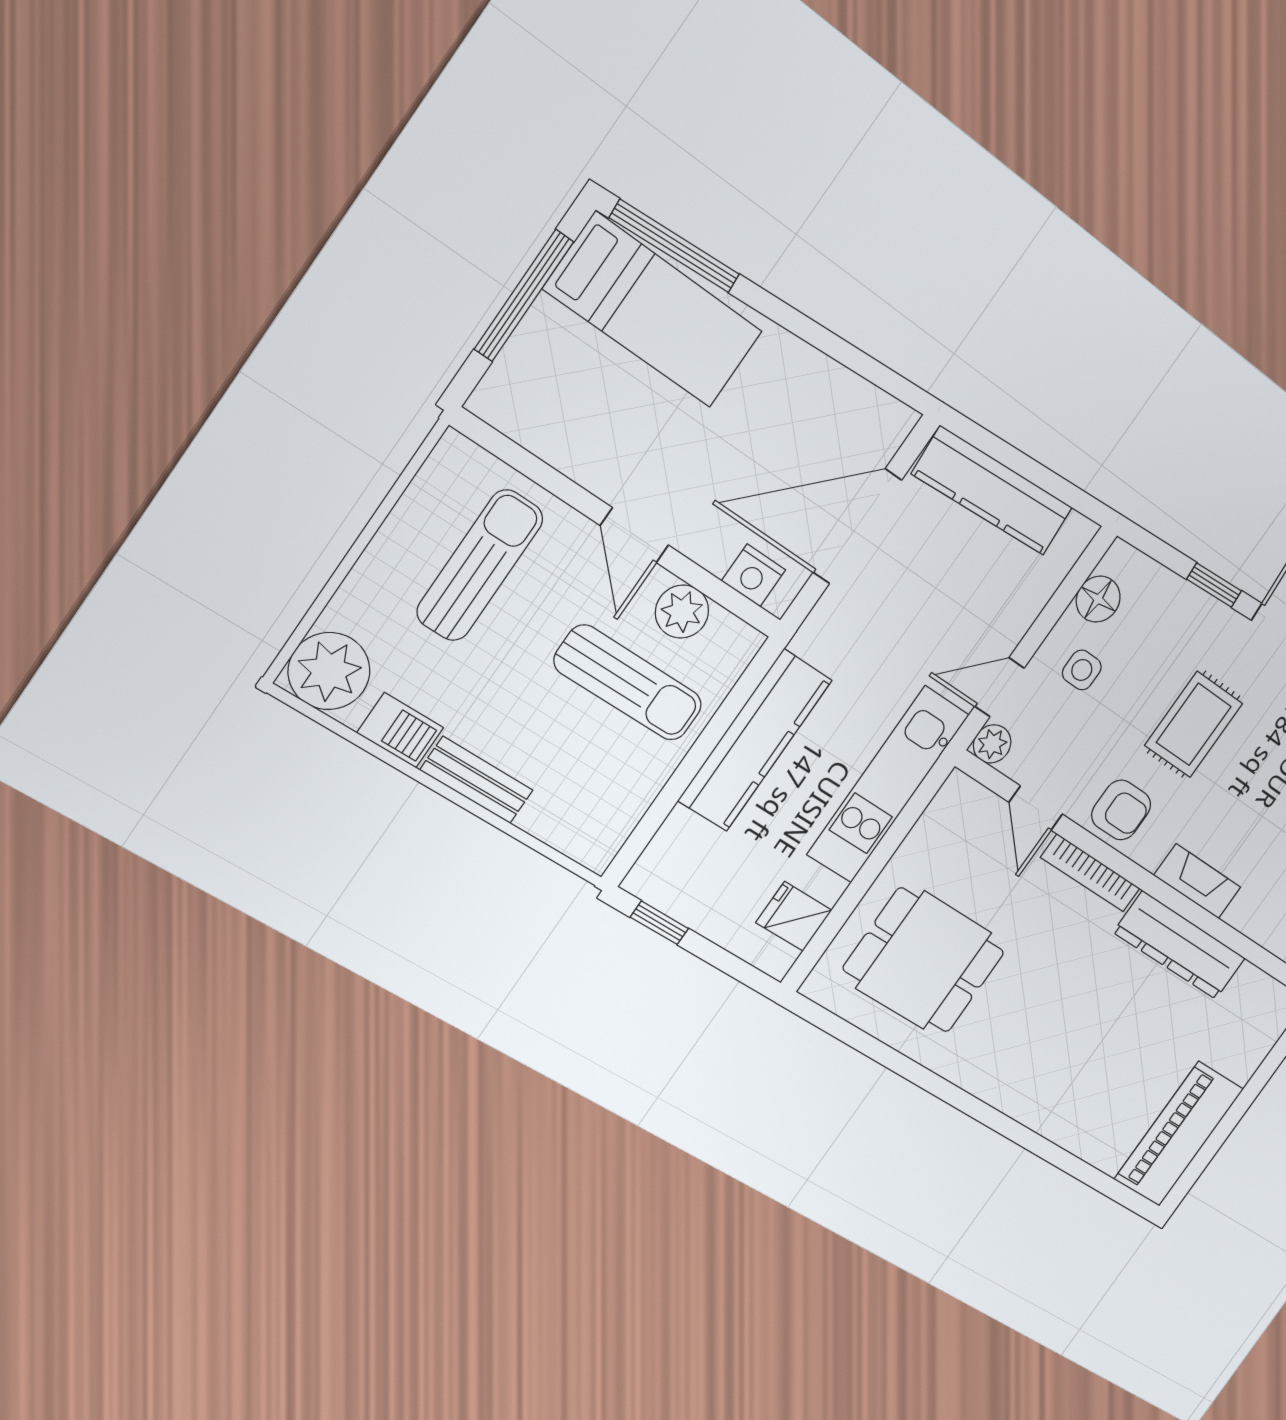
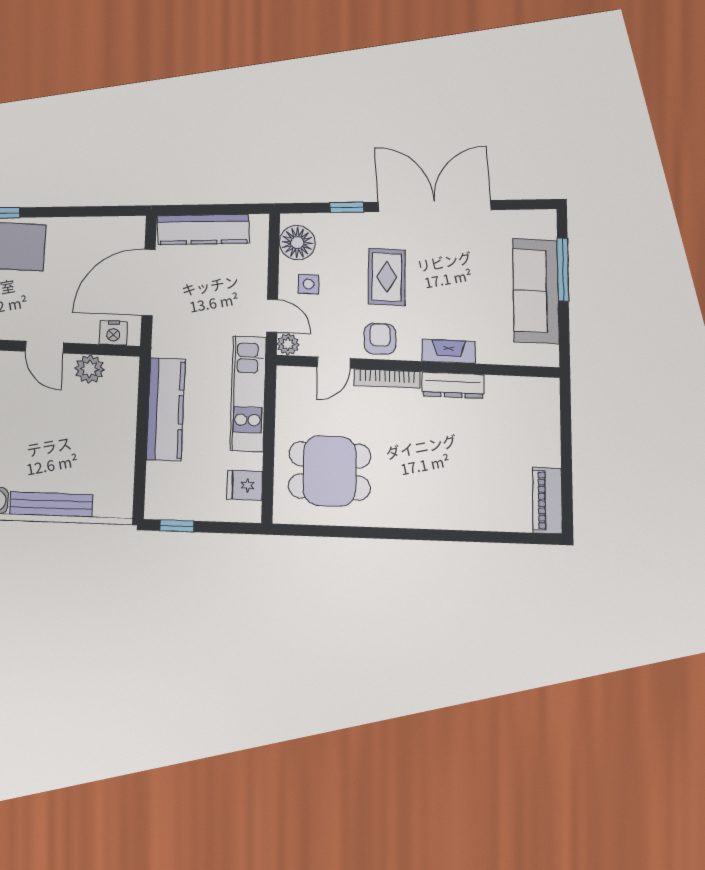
floor lamp: (1098, 599) -> (297, 243), width x1.38, depth x1.38
sun lounger: (628, 683) -> (85, 417), removed
door: (999, 687) -> (272, 316), swing flipped
bench: (477, 780) -> (51, 504), width x1.36
door: (1036, 808) -> (334, 363), hinge flipped
armchair: (1121, 810) -> (380, 339), turned -90
dresser: (1180, 945) -> (453, 385), width x0.73, depth x0.80
piano: (1179, 1134) -> (547, 500), width x0.73, depth x0.75

